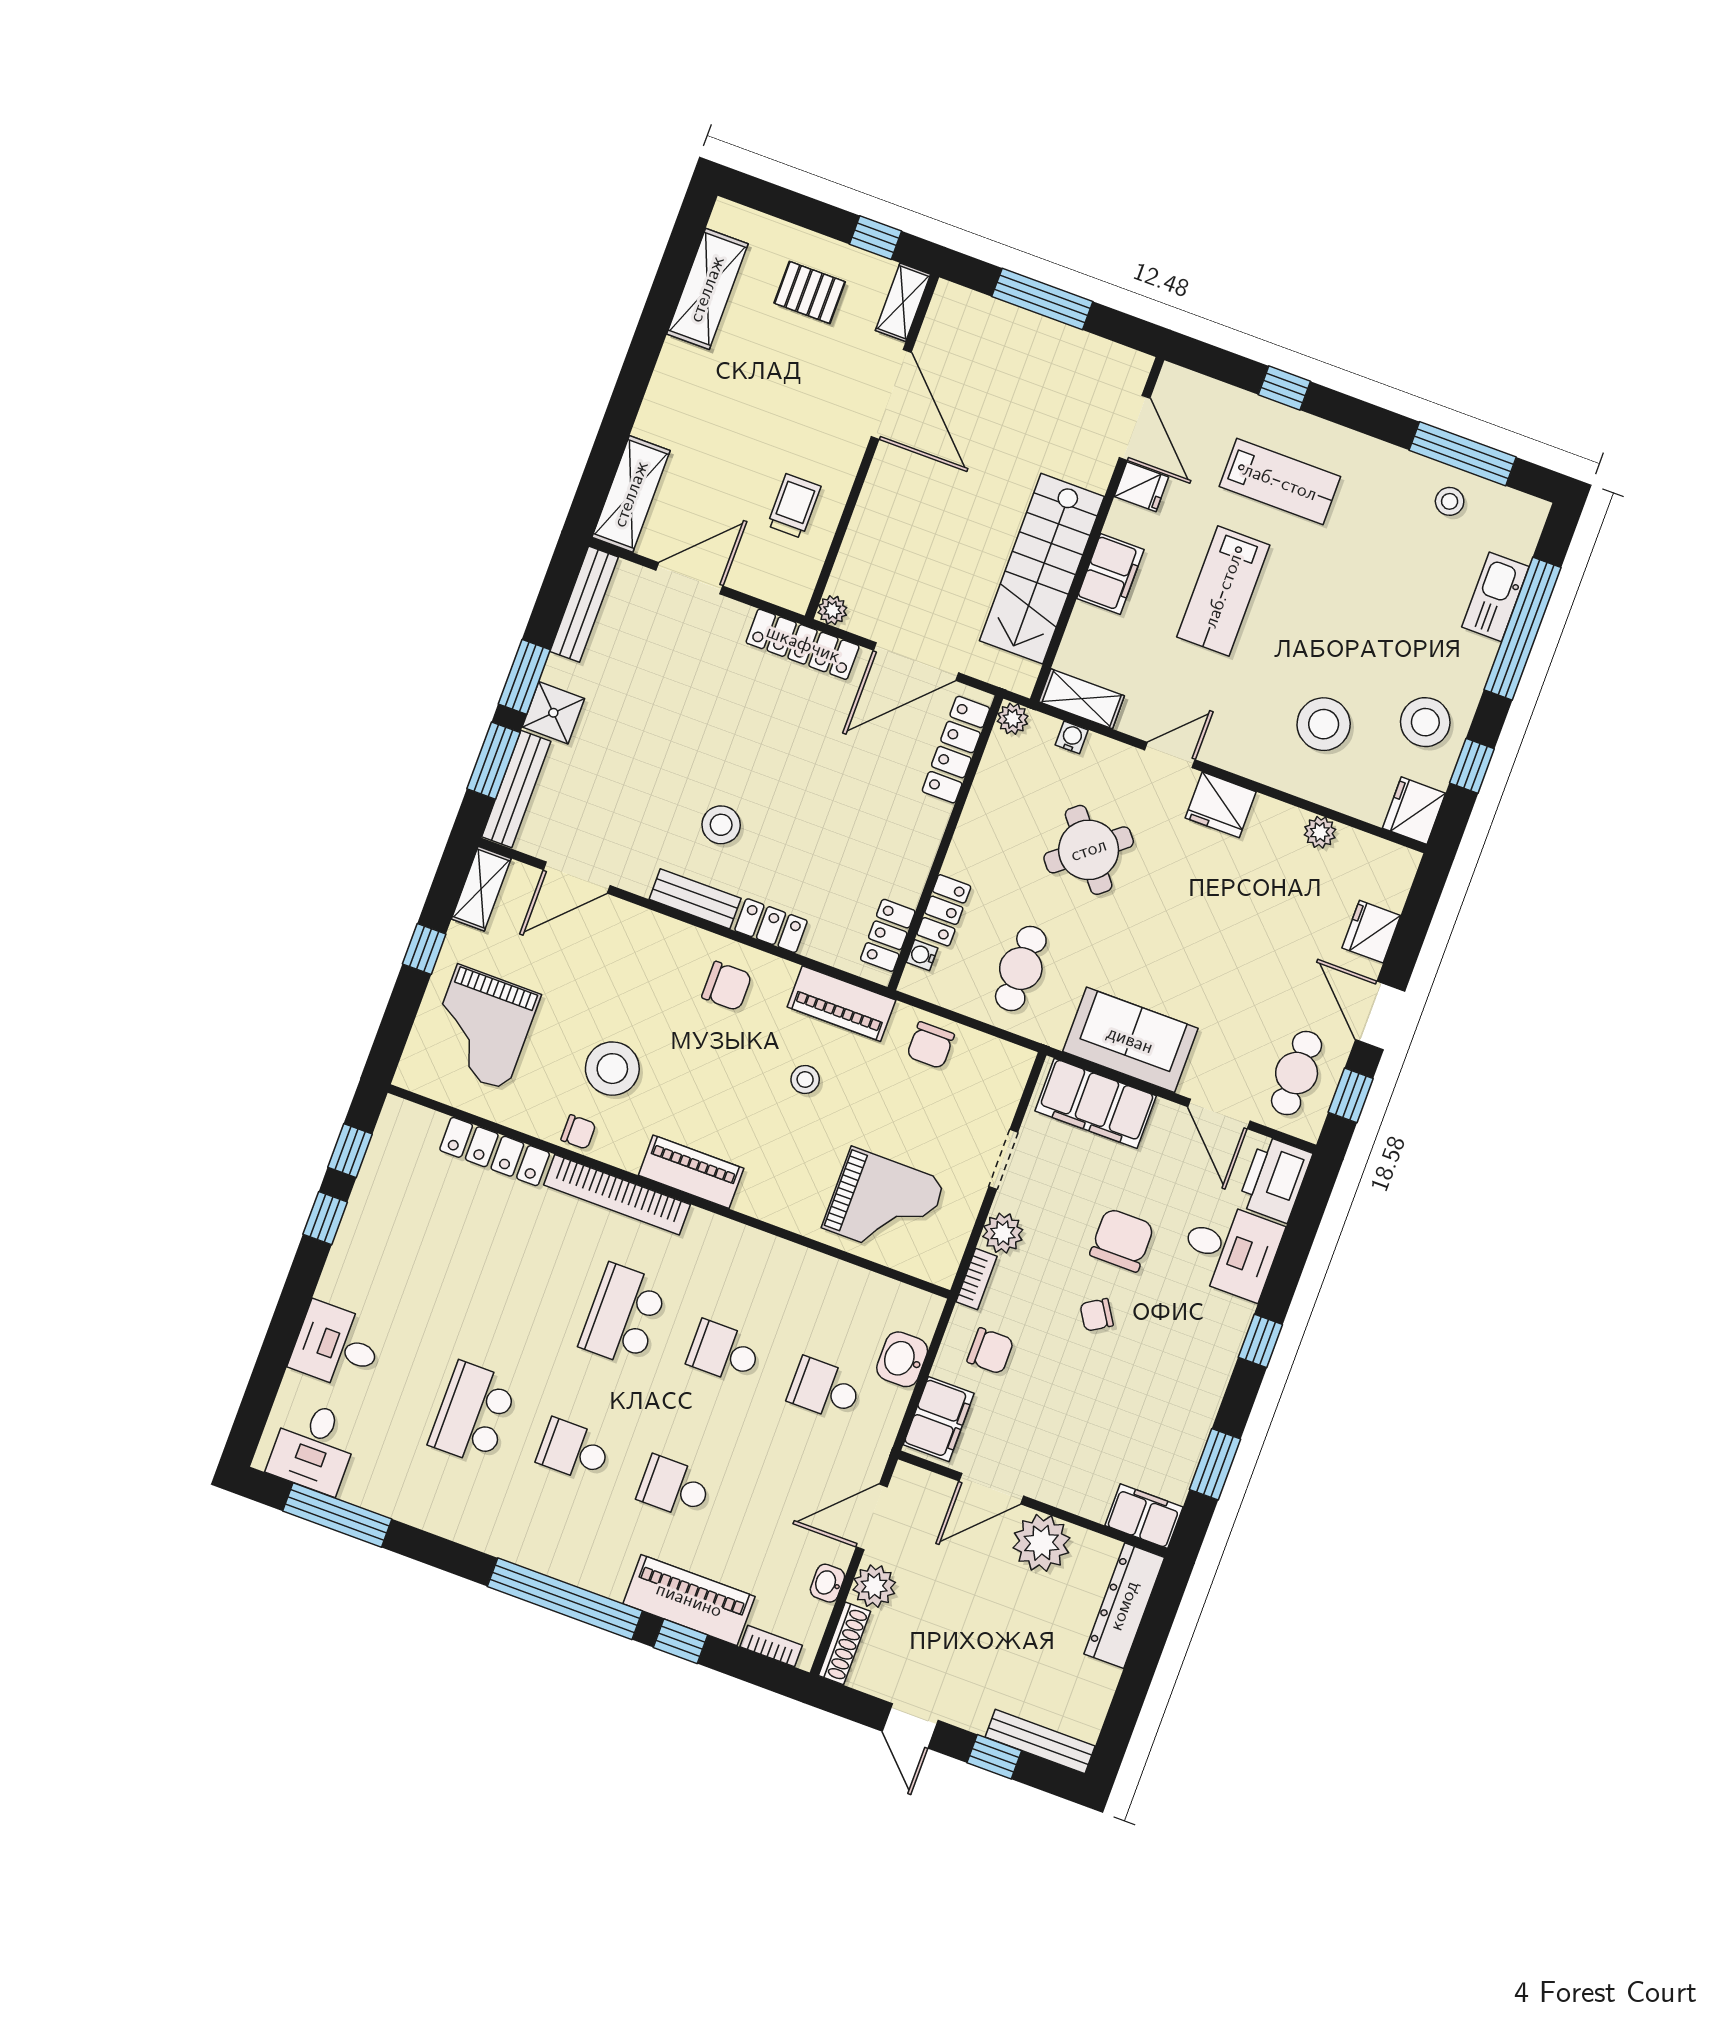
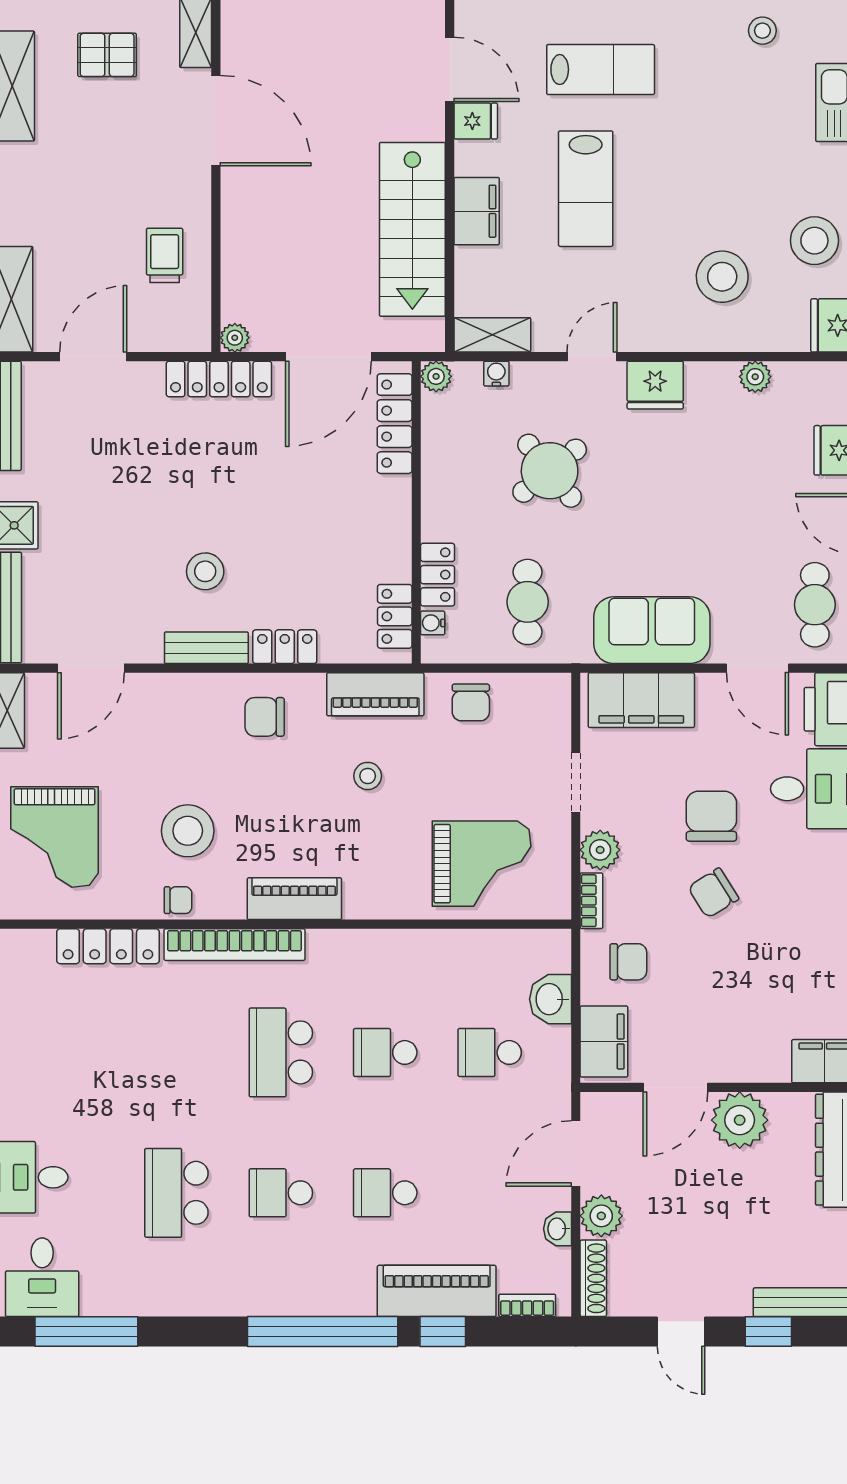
chair: (727, 986) -> (265, 717), turned 180
chair: (1097, 1315) -> (713, 893), width x1.37, depth x1.37

